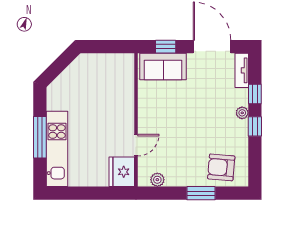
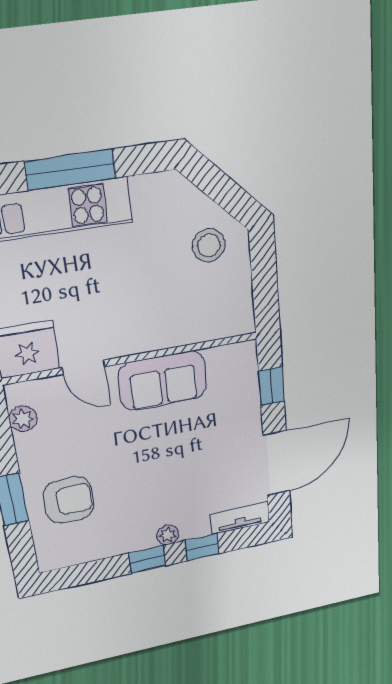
sofa: (163, 66) -> (163, 381), moved, turned -90
stool: (85, 74) -> (209, 245), added
armchair: (221, 167) -> (69, 500), moved, turned 85

